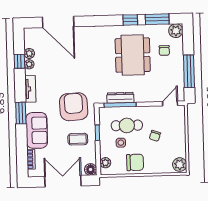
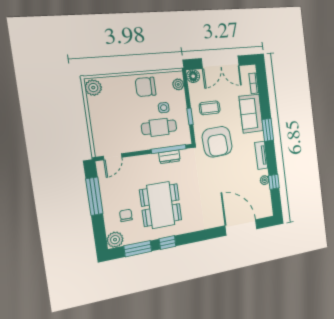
plant: (29, 53) -> (265, 191), removed
dresser: (120, 98) -> (169, 157), width x0.70
chair: (155, 136) -> (126, 118), removed

